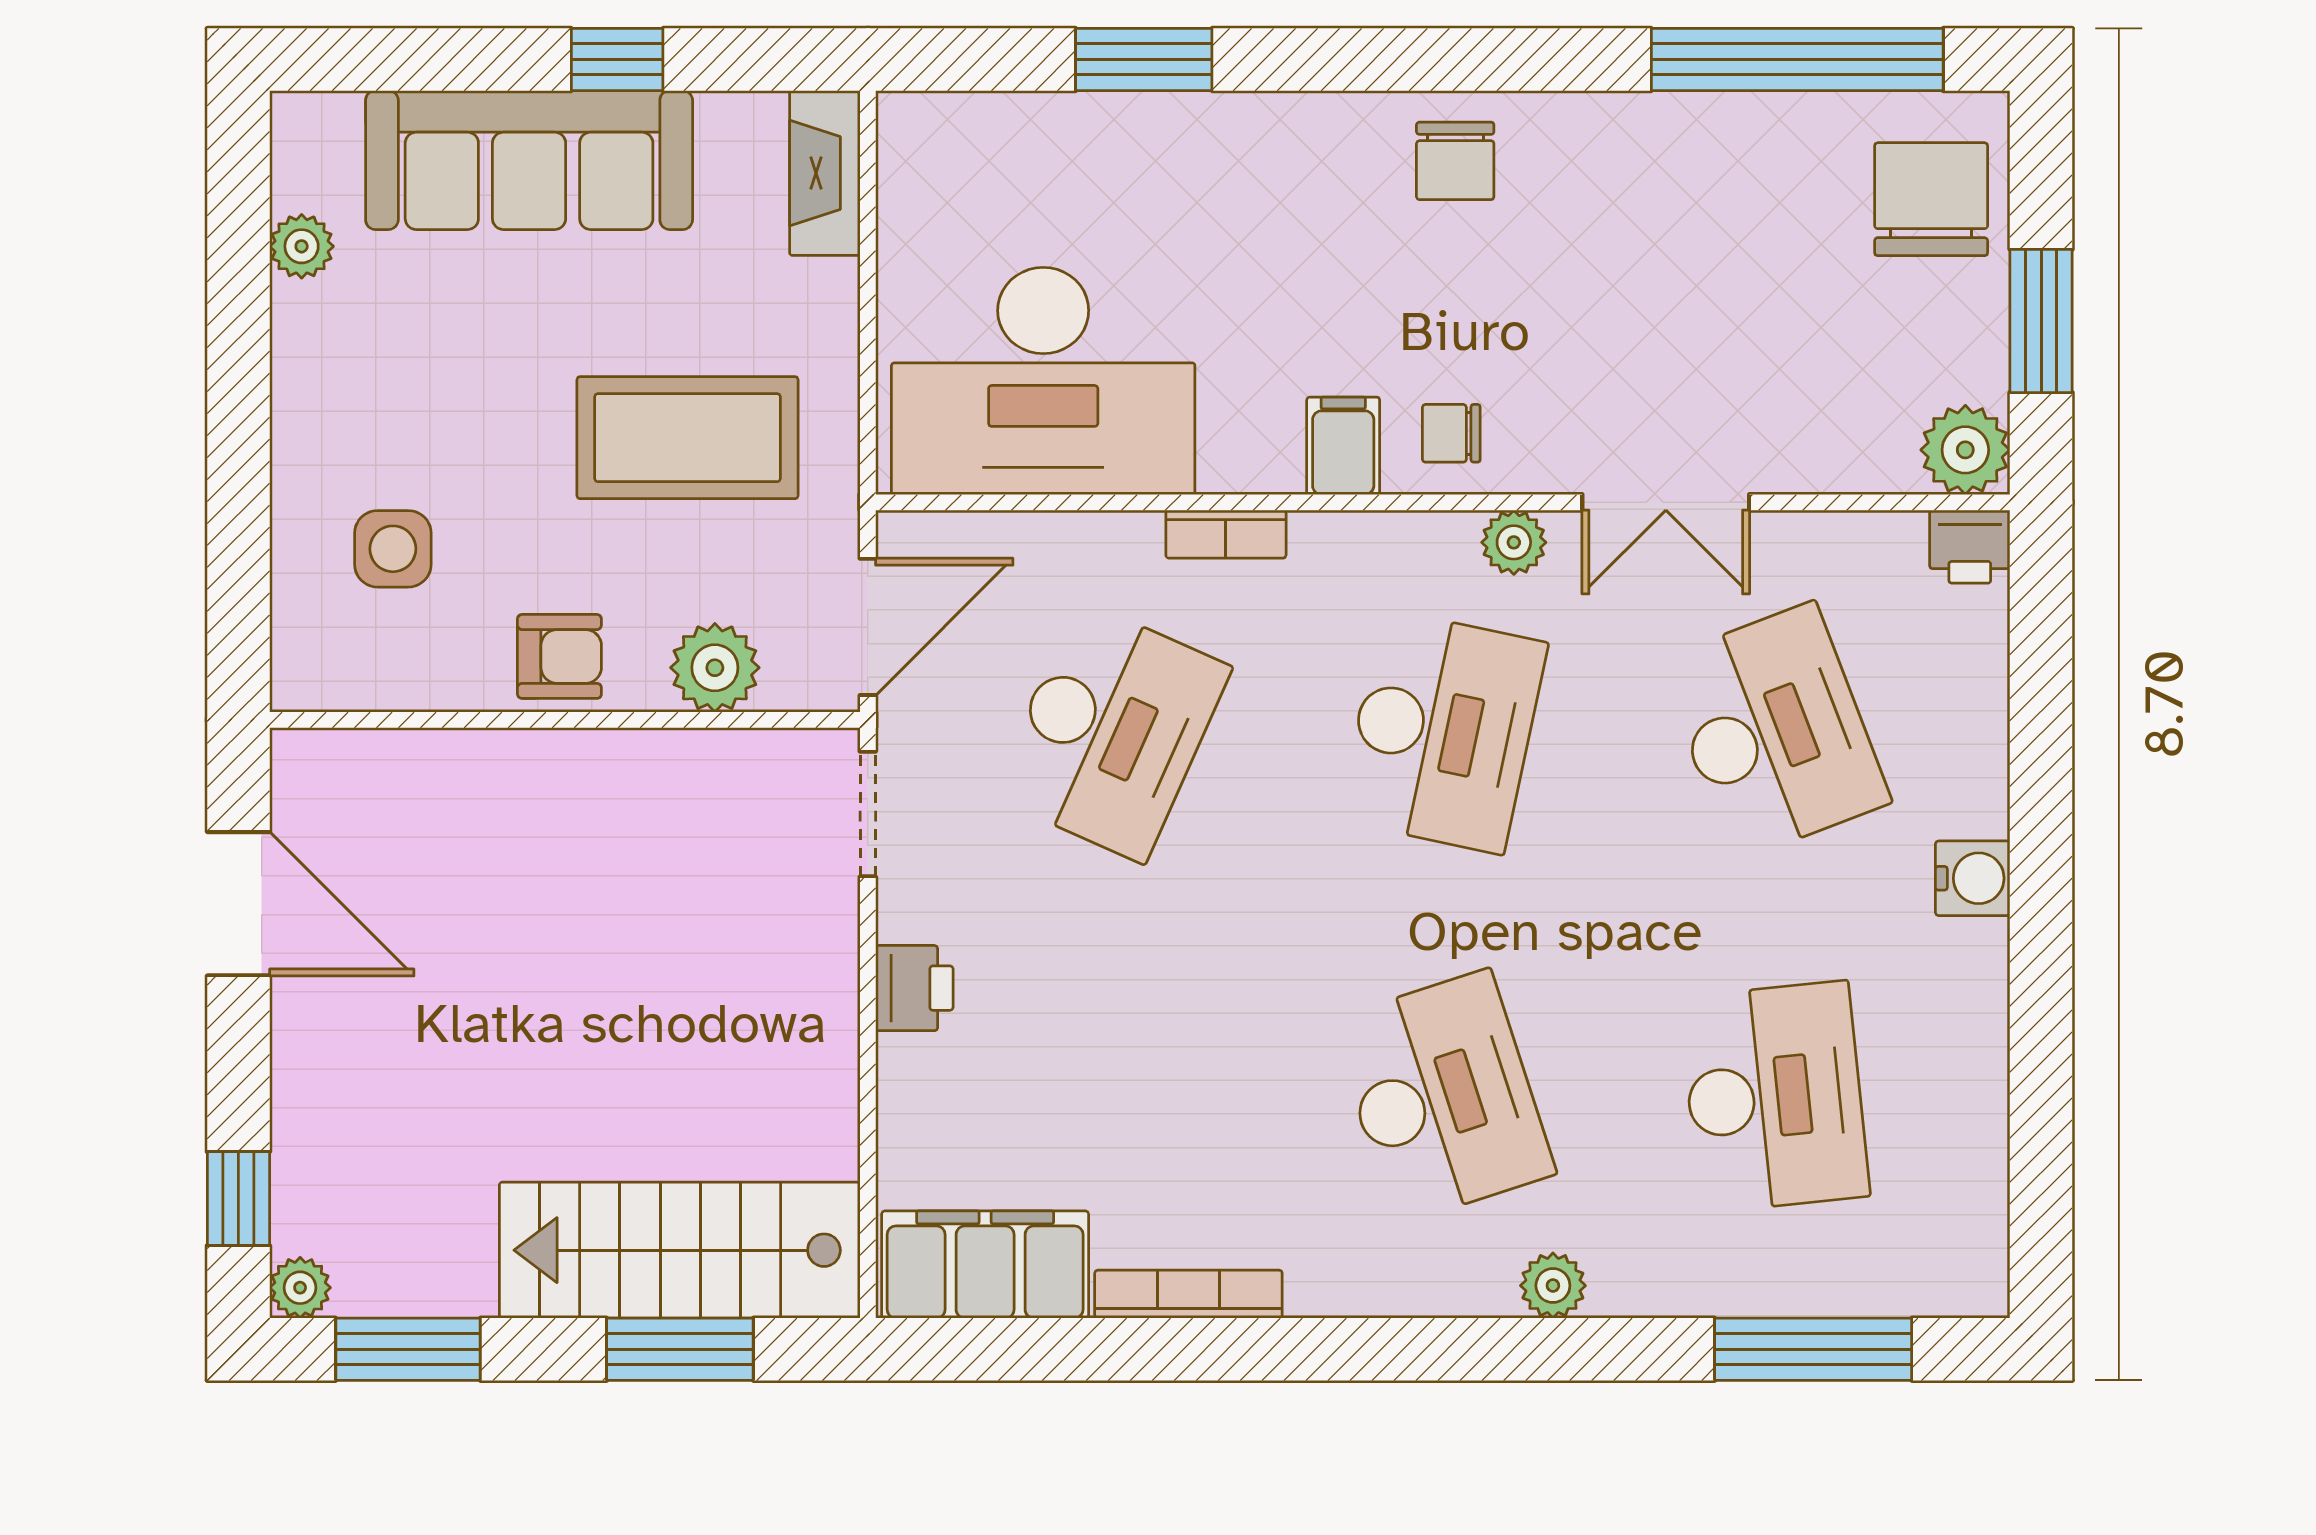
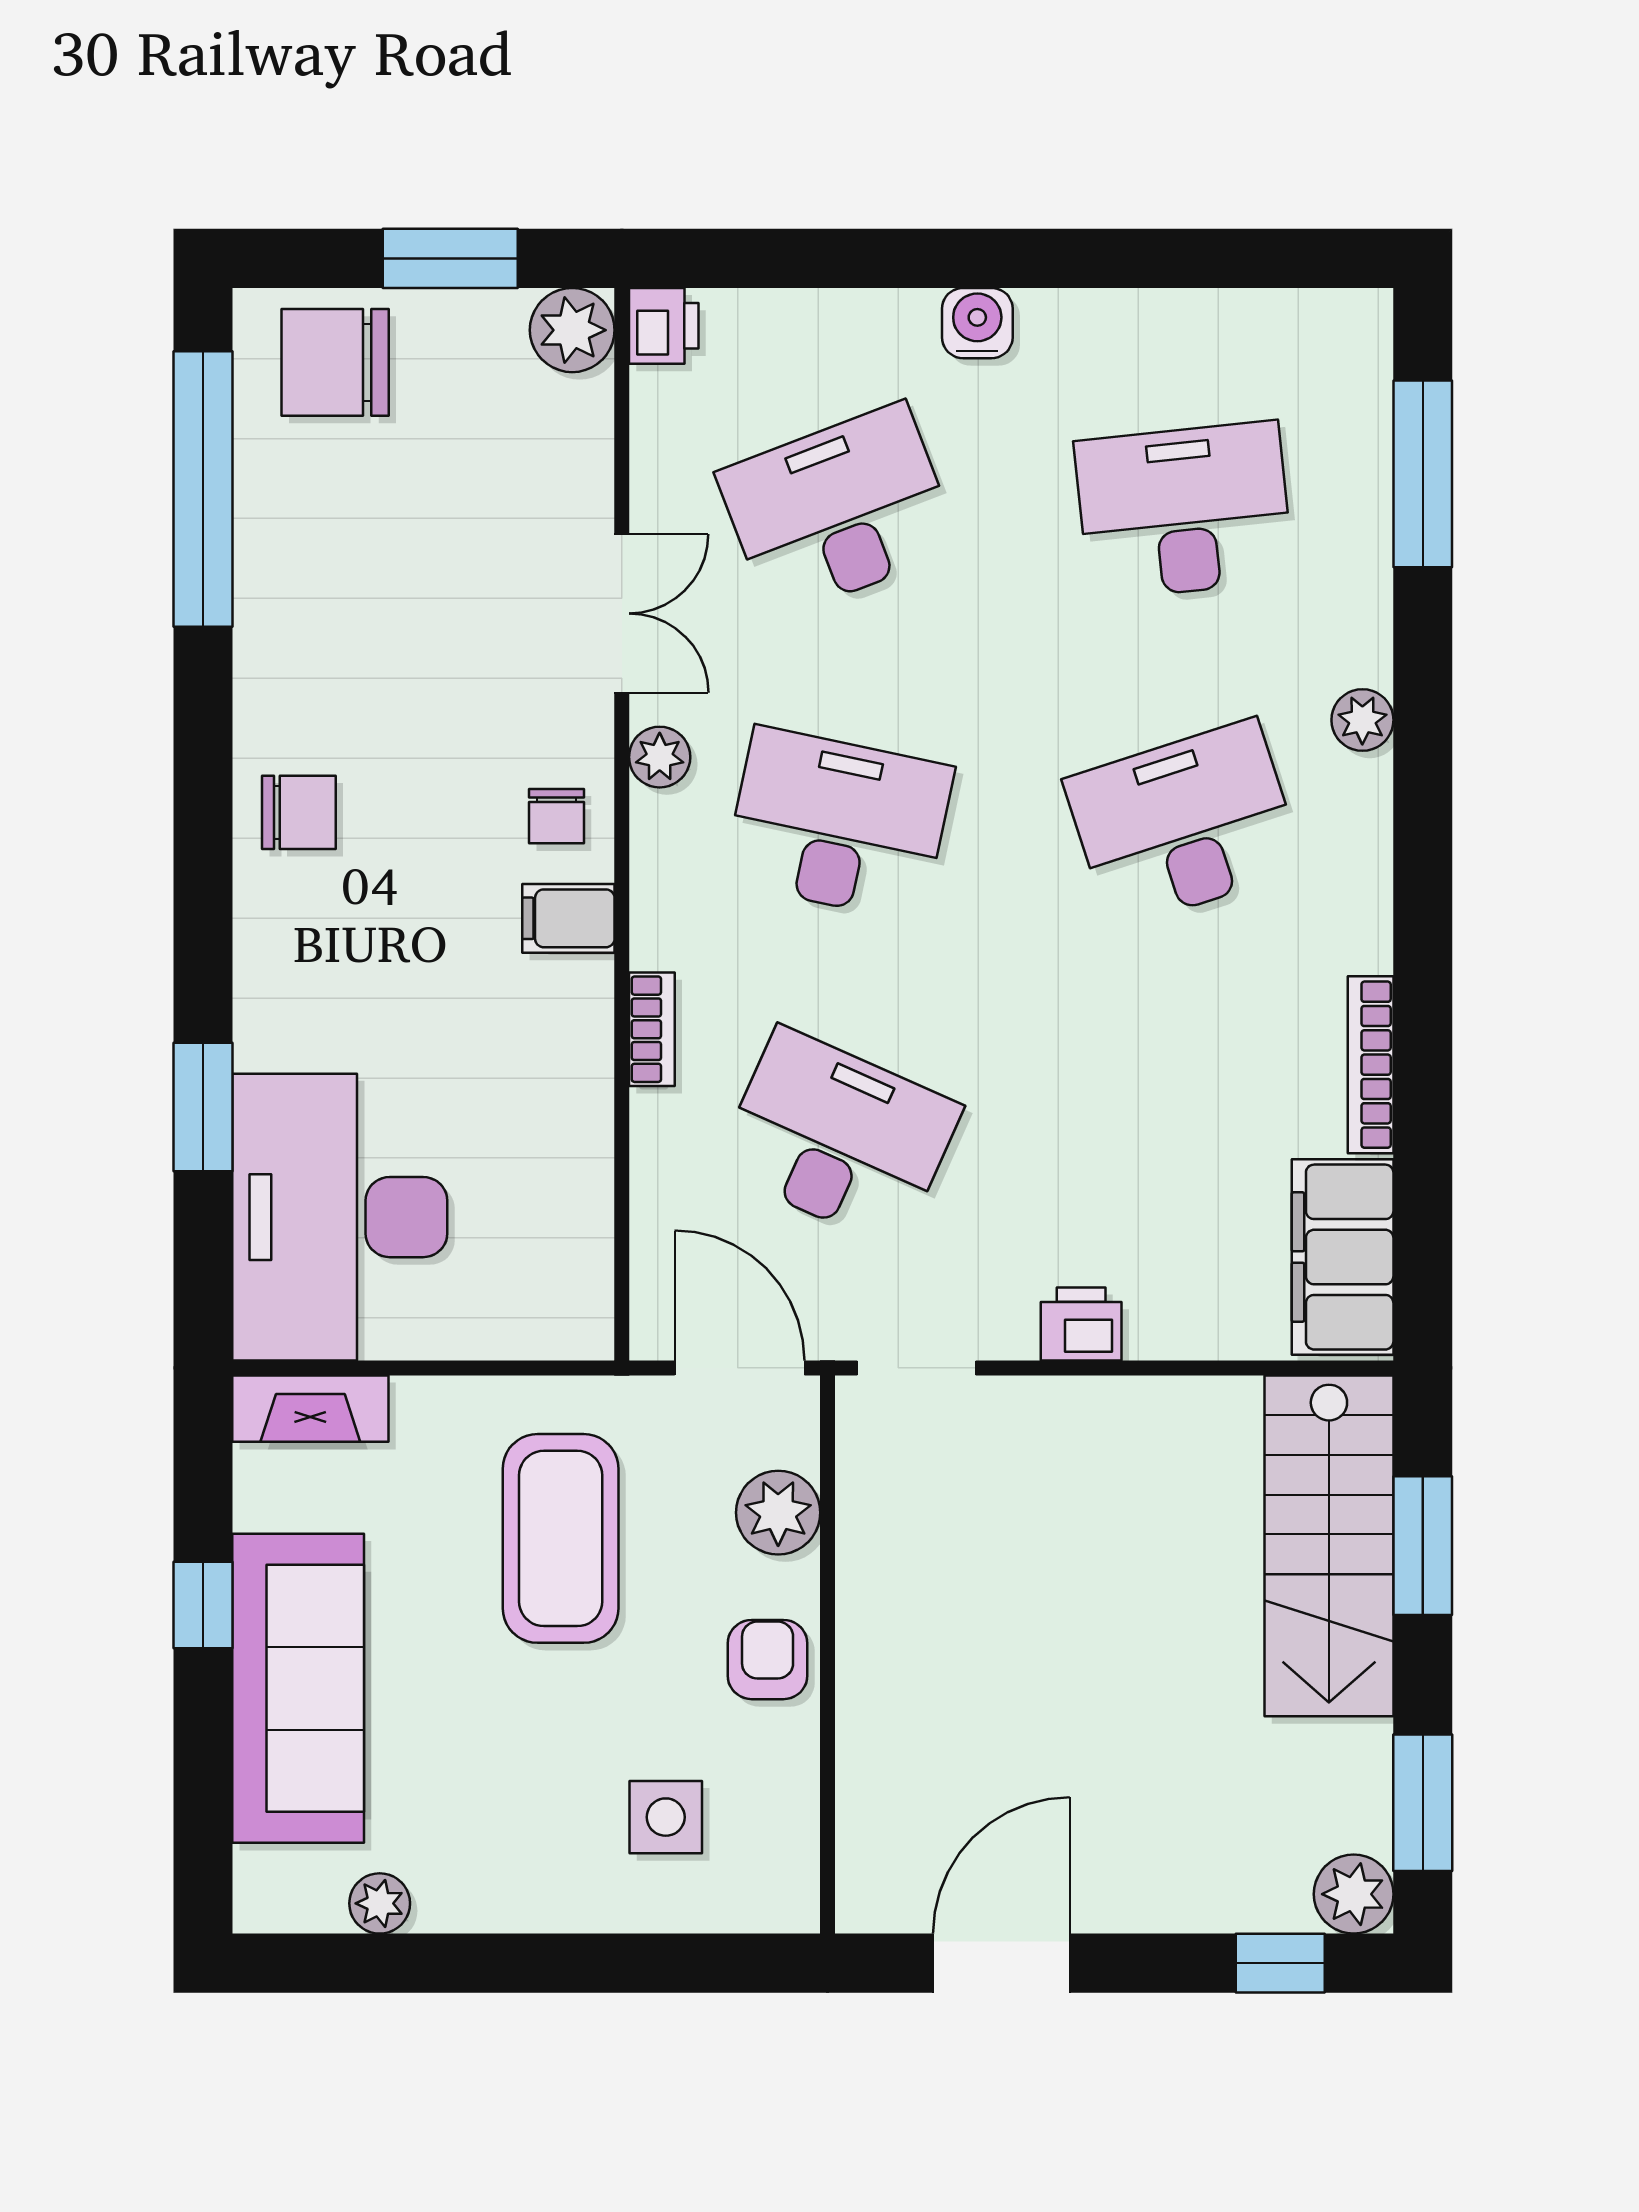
desk: (1043, 381) -> (340, 1217), moved, turned 180
plant: (300, 1288) -> (1354, 1894), width x1.38, depth x1.38

